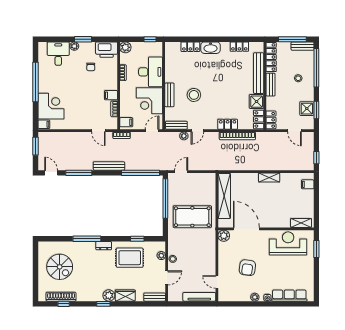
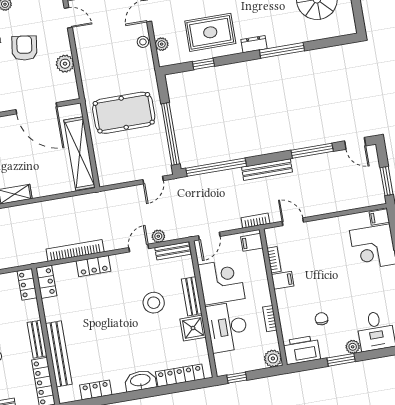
locker: (190, 47) -> (180, 375), width x1.53
shower: (257, 102) -> (193, 328), moved
plant: (224, 236) -> (65, 64), moved

